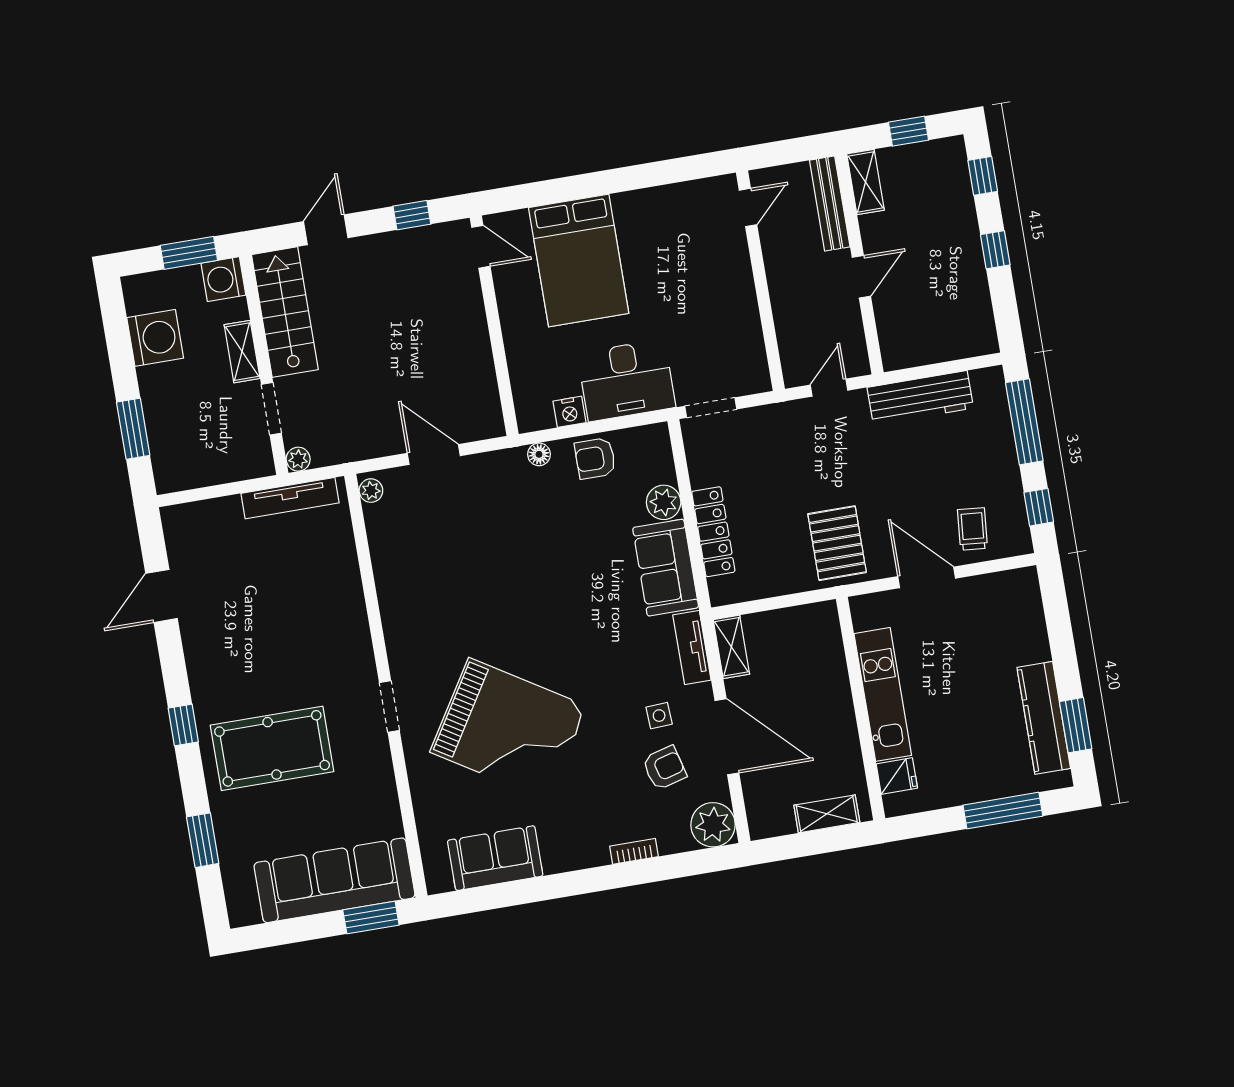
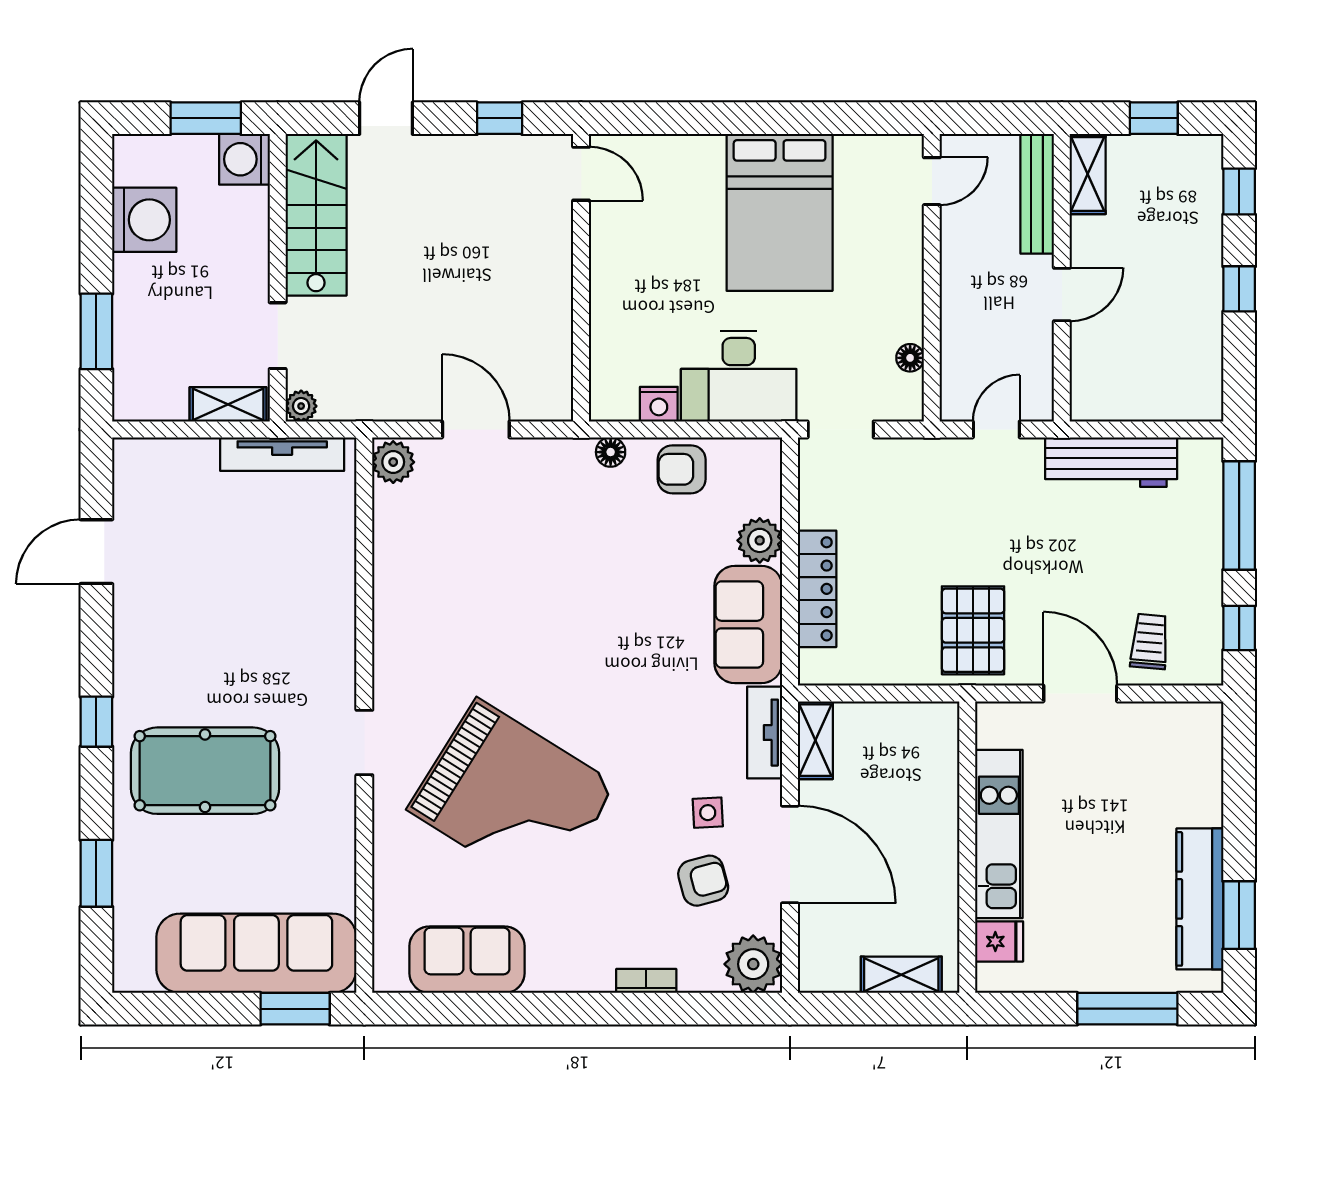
bed: (579, 260) -> (780, 212), moved
floor lamp: (754, 344) -> (910, 358), added
shelving: (242, 352) -> (228, 404), moved, turned 90
plant: (371, 491) -> (393, 462), width x1.38, depth x1.38

